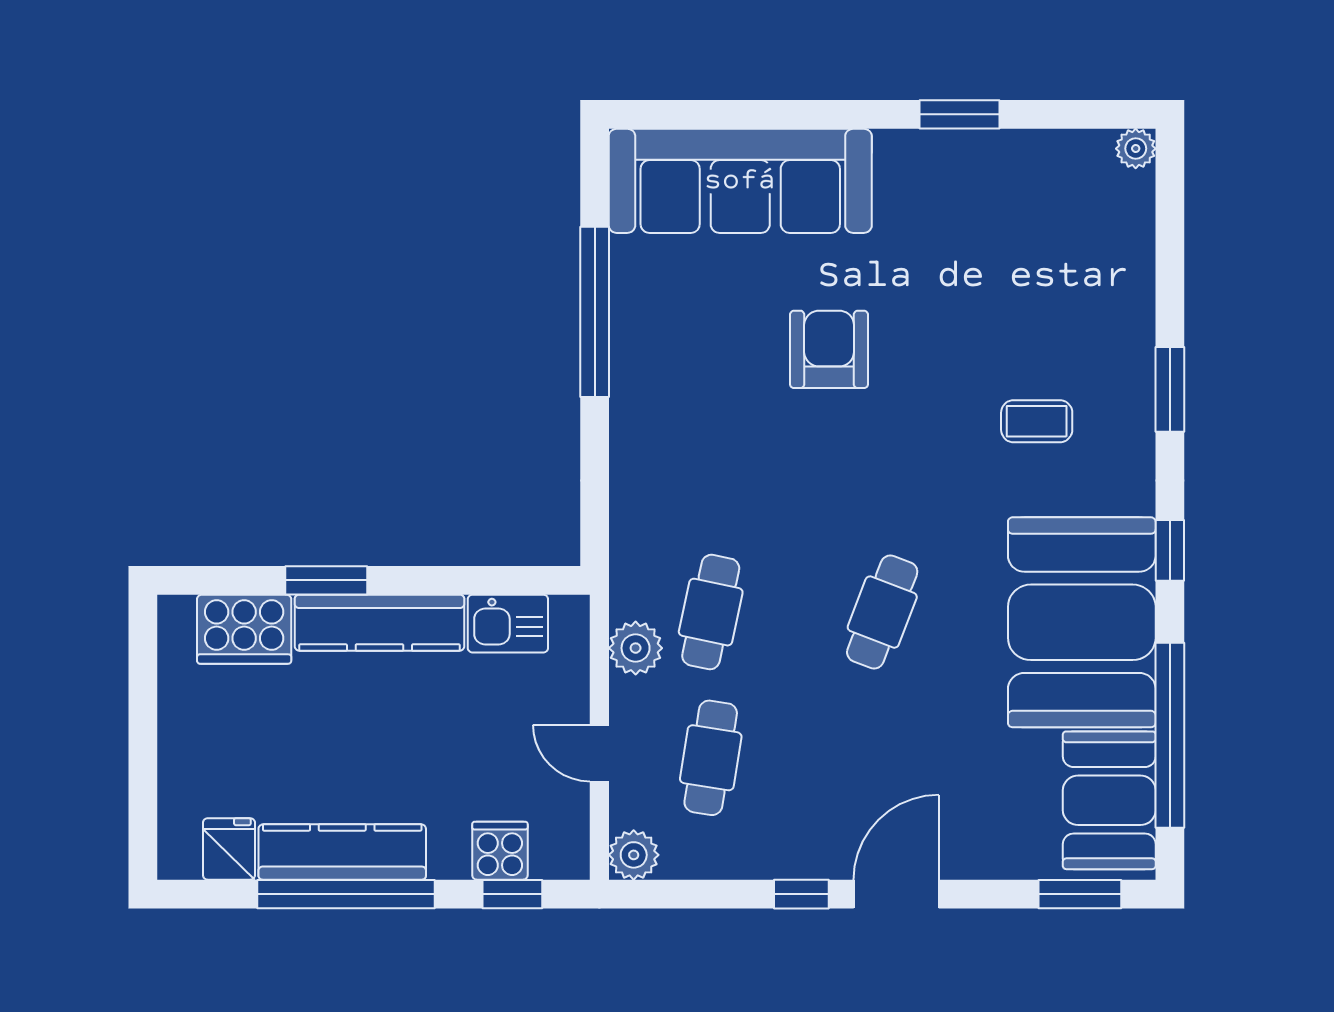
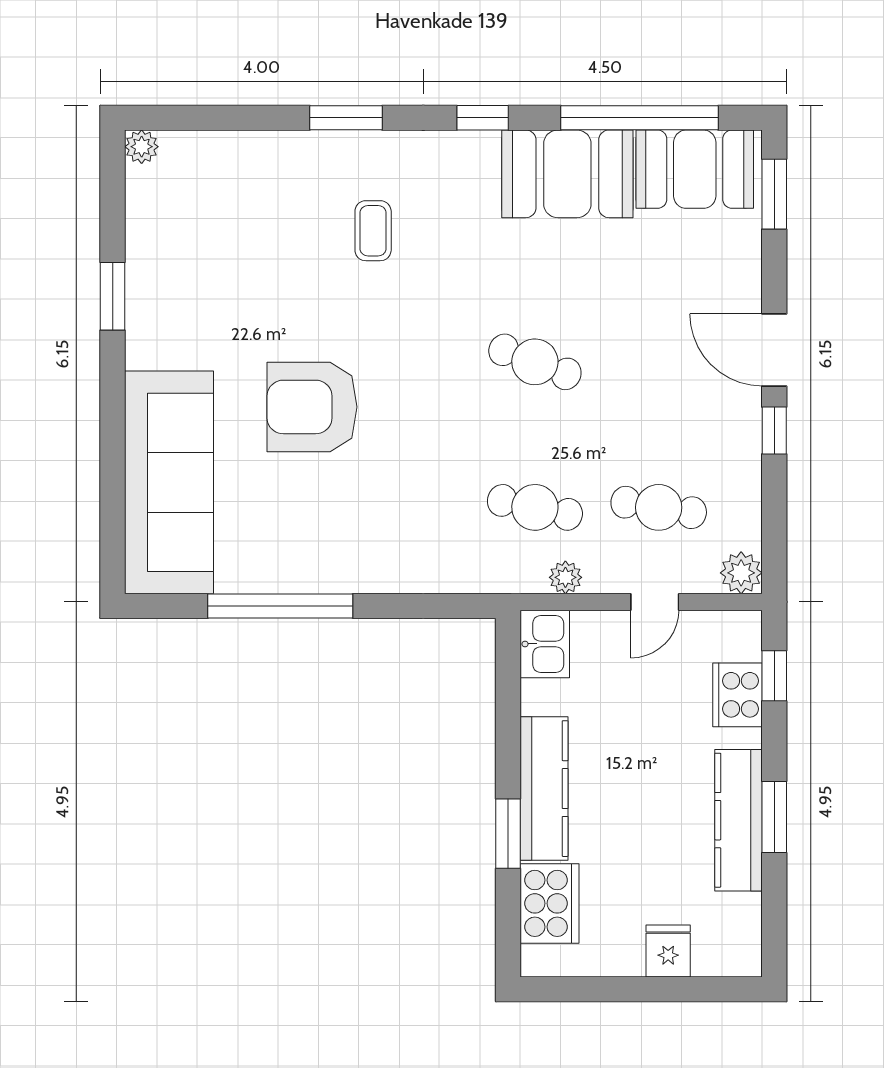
armchair: (829, 349) -> (312, 407), width x1.36, depth x1.36
booth: (1082, 622) -> (567, 174), width x0.73, depth x0.70
kitchen sink: (508, 624) -> (545, 644), moved
plant: (636, 648) -> (565, 577), width x0.73, depth x0.73
fridge: (229, 849) -> (668, 951), moved, turned 90
cooker: (500, 851) -> (738, 695), width x1.36
window: (346, 894) -> (774, 817), width x0.47

